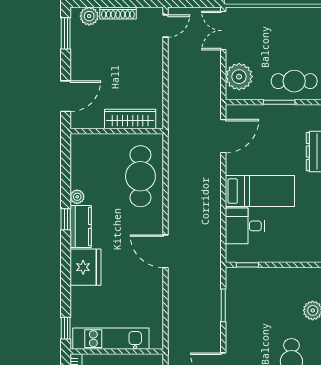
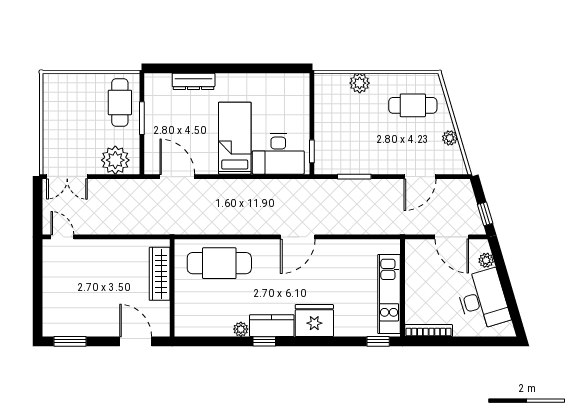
shoe rack: (118, 13) -> (49, 287), removed
plant: (89, 16) -> (52, 317), removed
desk: (245, 226) -> (278, 154), width x1.37

